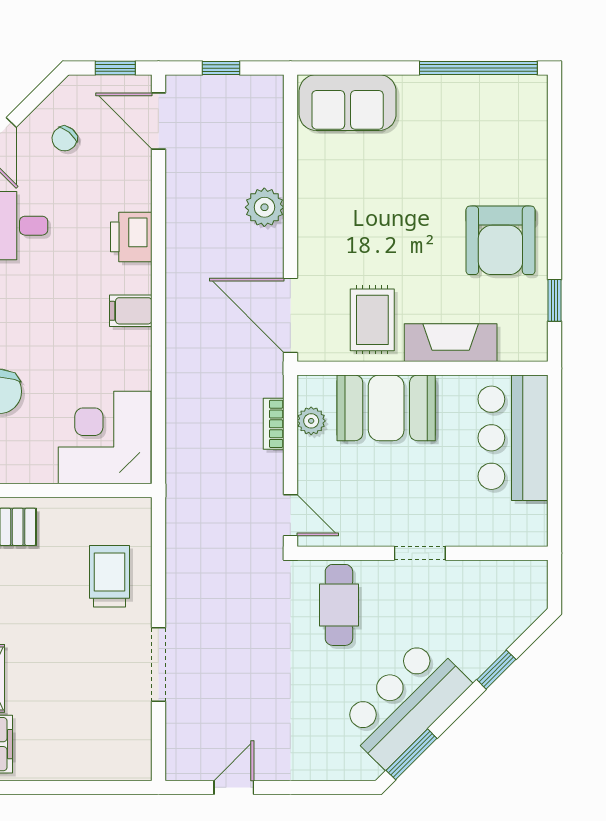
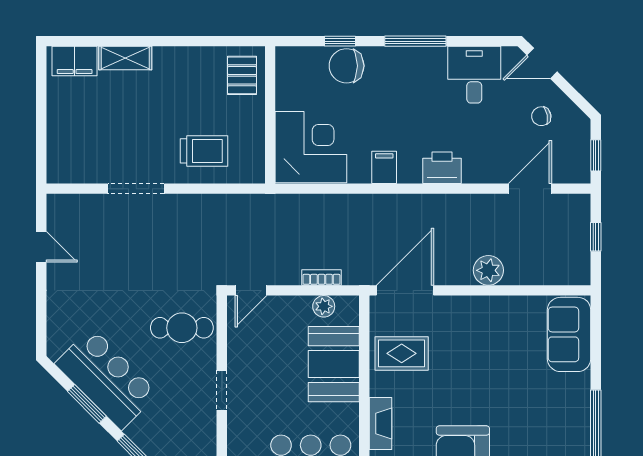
door: (158, 121) -> (530, 189), moved
chair: (65, 139) -> (541, 116), turned -49
printer: (131, 237) -> (442, 168), moved
filing cabinet: (131, 311) -> (384, 167), moved
fireplace: (451, 343) -> (380, 423), width x0.73, depth x0.76
window: (412, 754) -> (87, 404), moved

